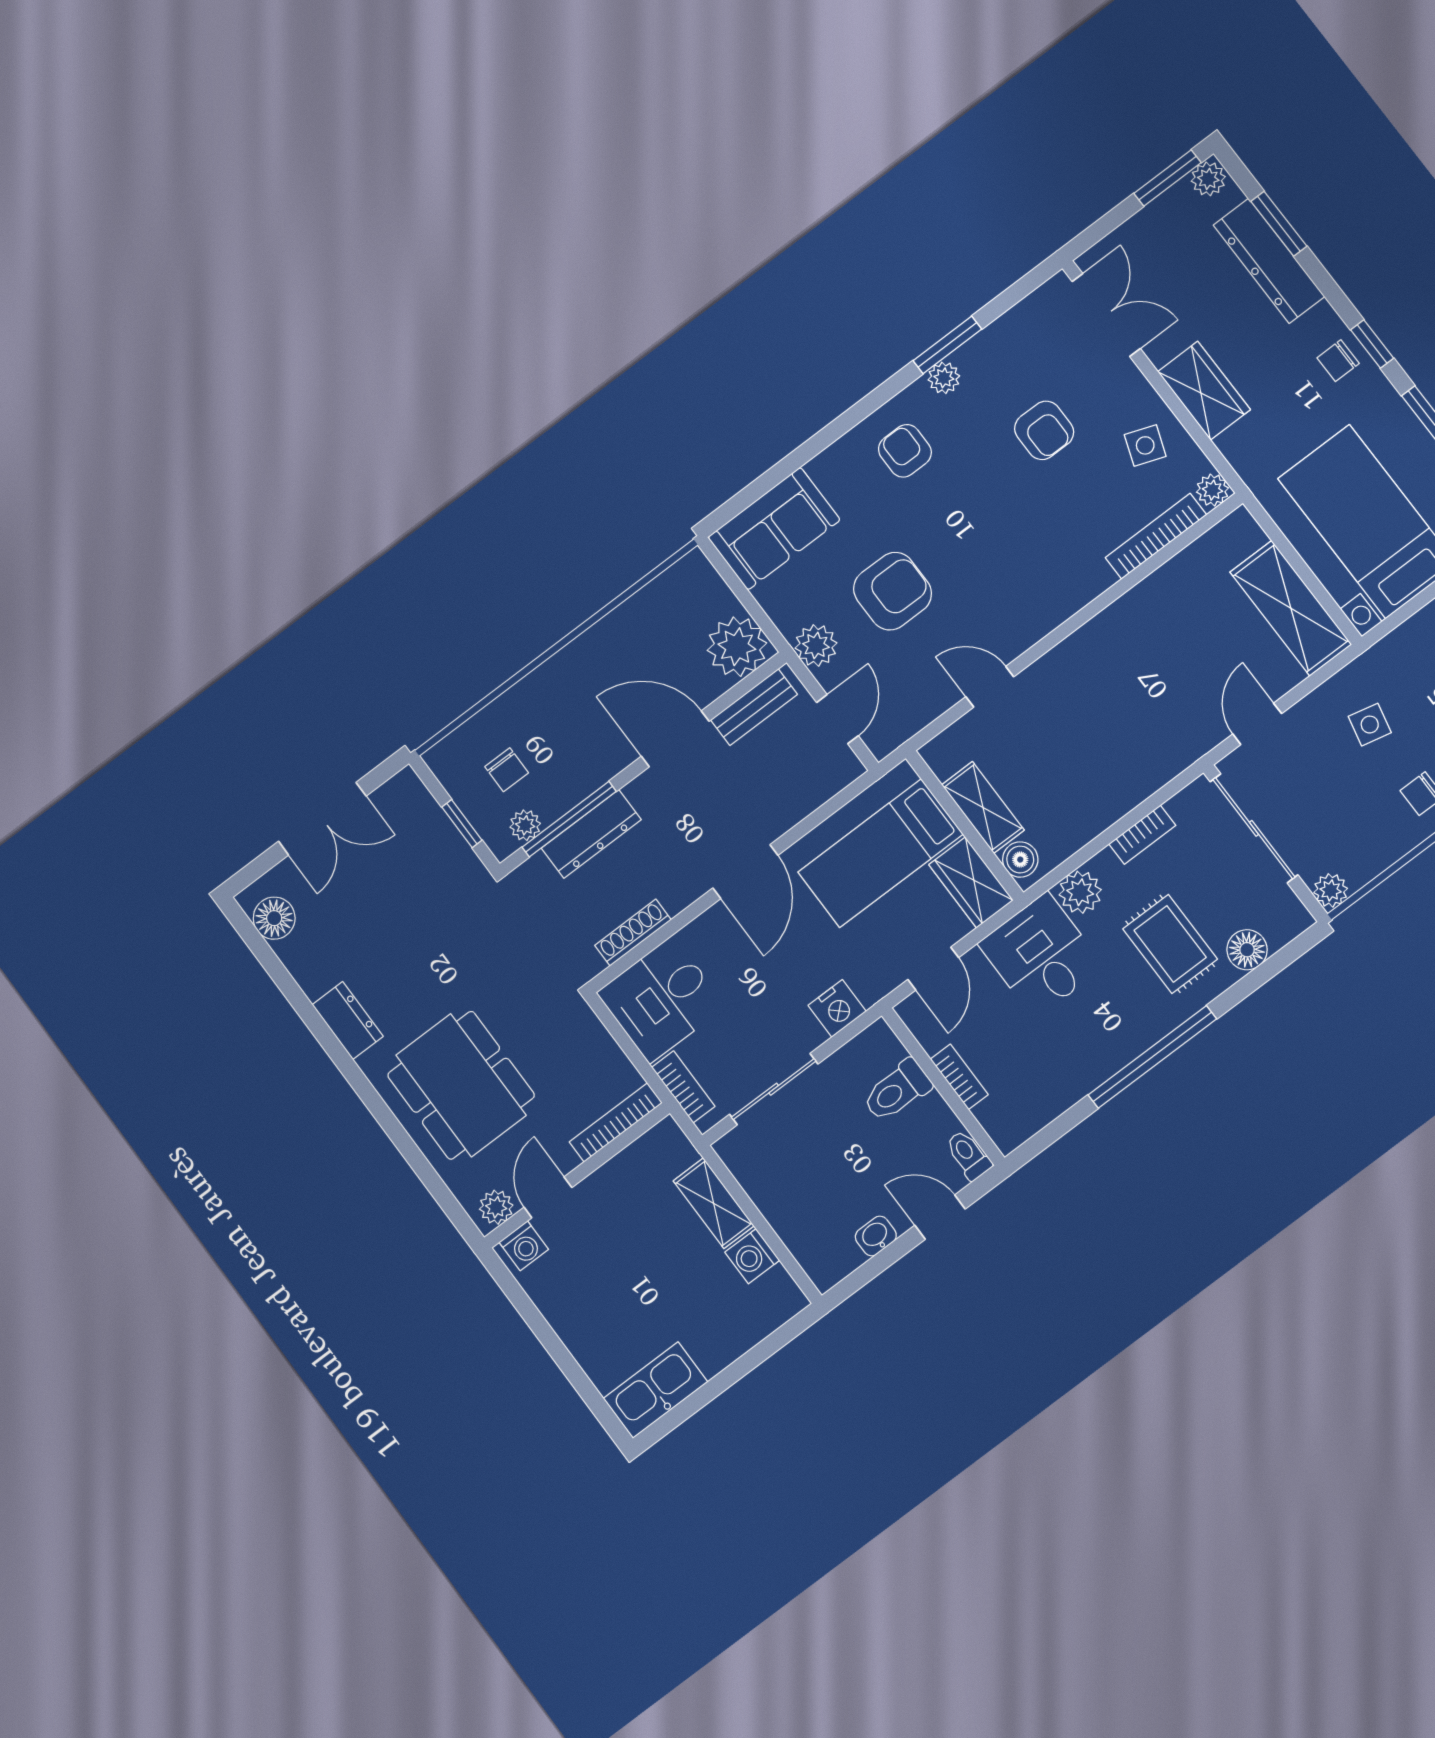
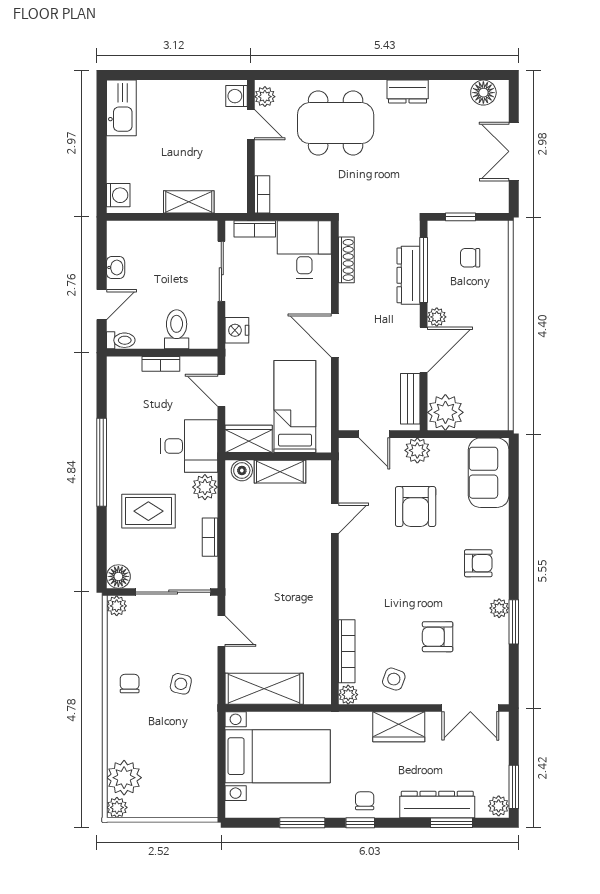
plant: (525, 825) -> (437, 317), moved
floor lamp: (1247, 950) -> (118, 576), moved
bookcase: (616, 1122) -> (262, 194), width x0.64
washing machine: (752, 1256) -> (118, 195), moved, turned 90

